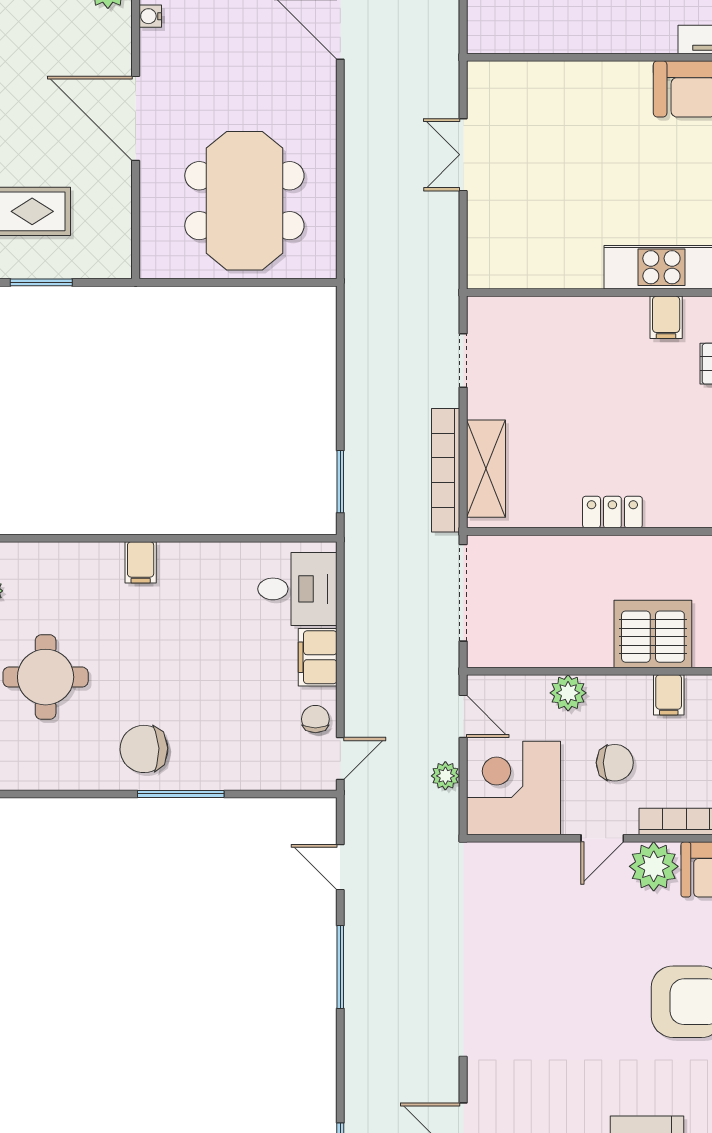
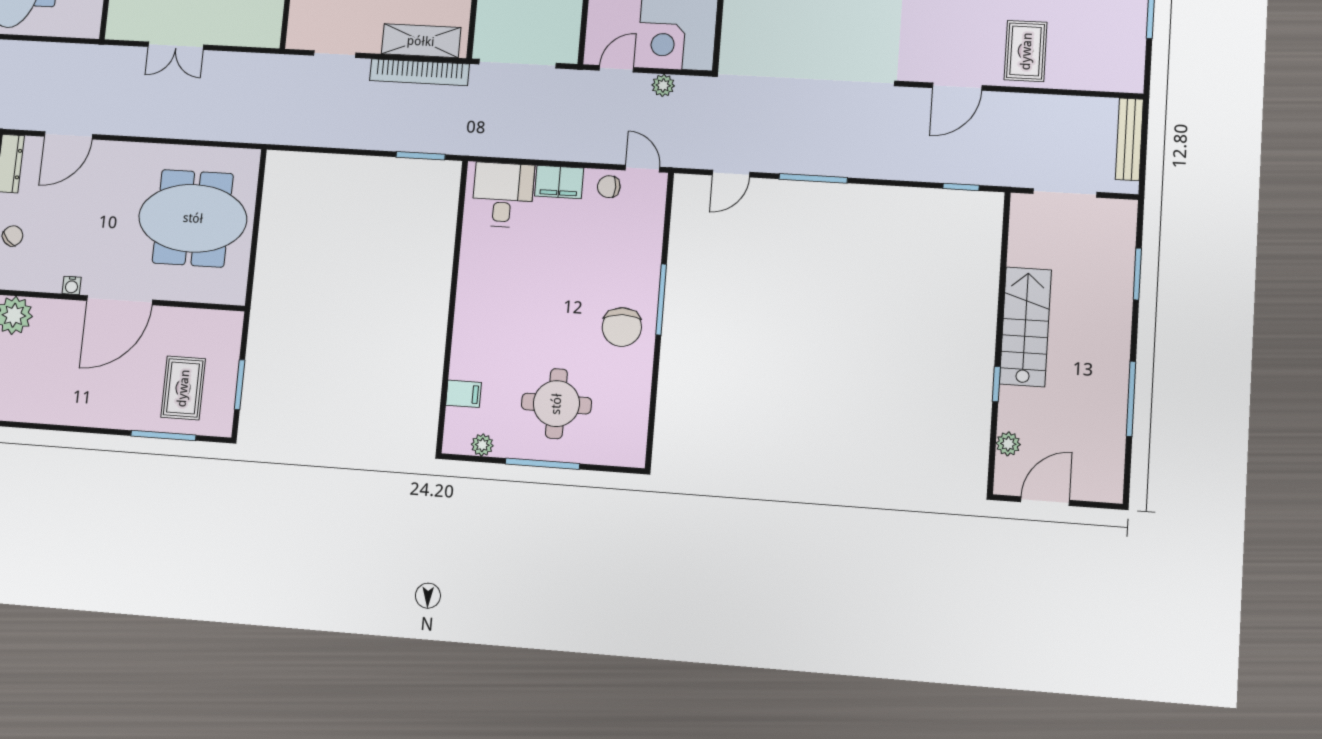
water cooler: (150, 16) -> (72, 285), moved
filing cabinet: (141, 562) -> (464, 394), moved

